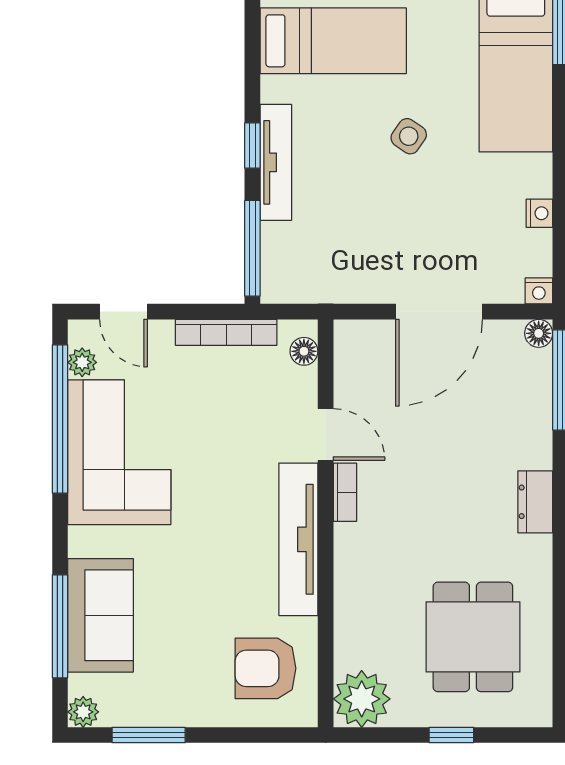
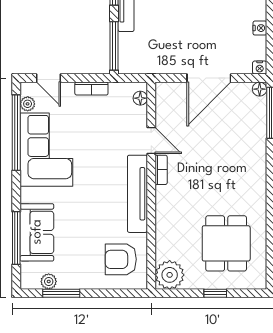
bookcase: (226, 332) -> (91, 89), width x0.64
dresser: (535, 502) -> (258, 175), removed
plant: (83, 712) -> (49, 281), moved

